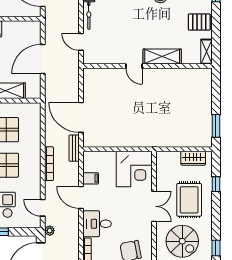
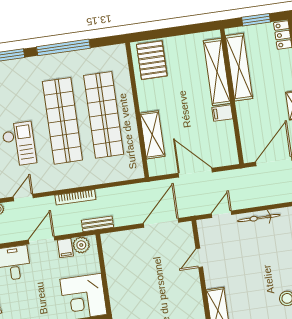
door: (134, 66) -> (199, 258), moved
door: (81, 117) -> (161, 223), moved
plant: (90, 164) -> (81, 245), added

